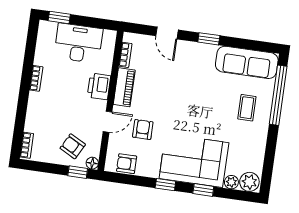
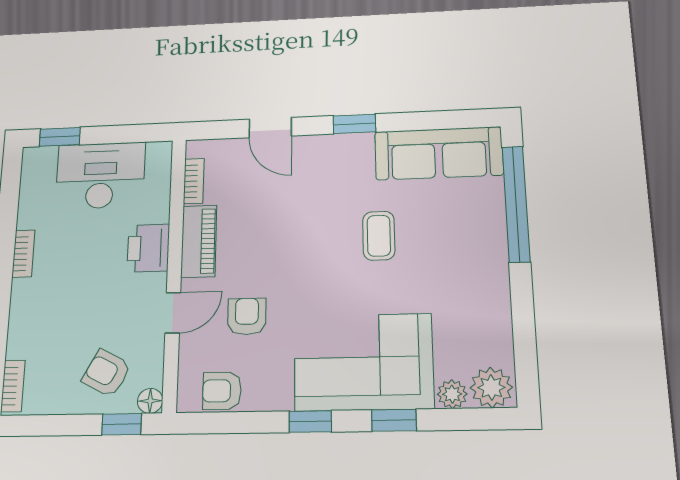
coffee table: (247, 108) -> (379, 236), moved

